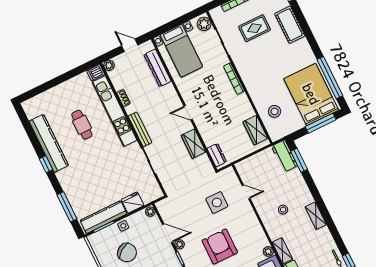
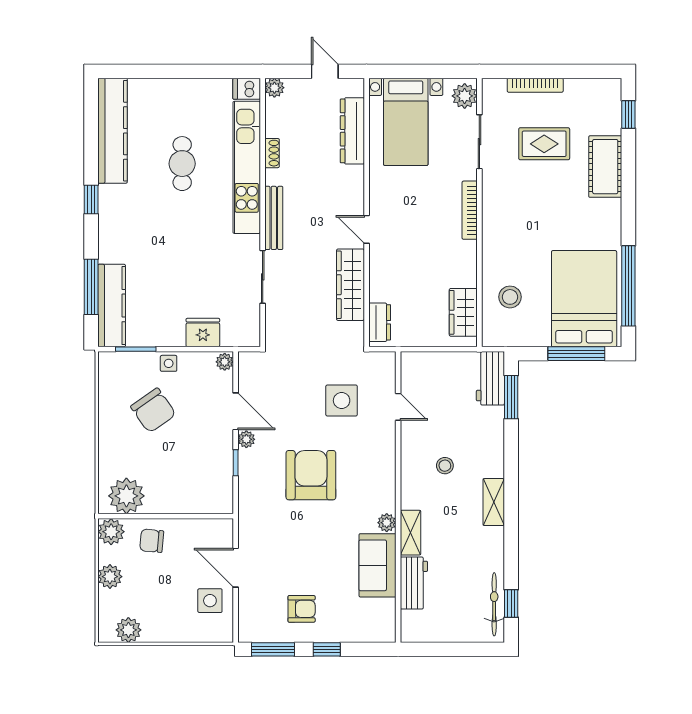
kitchen counter: (49, 143) -> (113, 131), moved
wardrobe: (193, 144) -> (350, 285), width x1.50
kitchen counter: (104, 217) -> (112, 306), moved, turned 90

